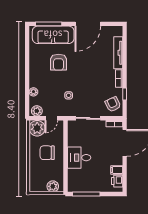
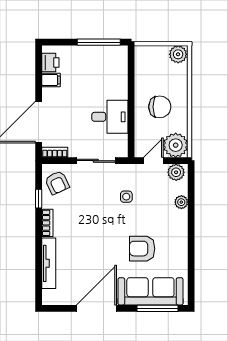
armchair: (59, 62) -> (142, 249), turned -90
desk: (79, 158) -> (110, 117), moved
plant: (53, 186) -> (178, 54), moved

